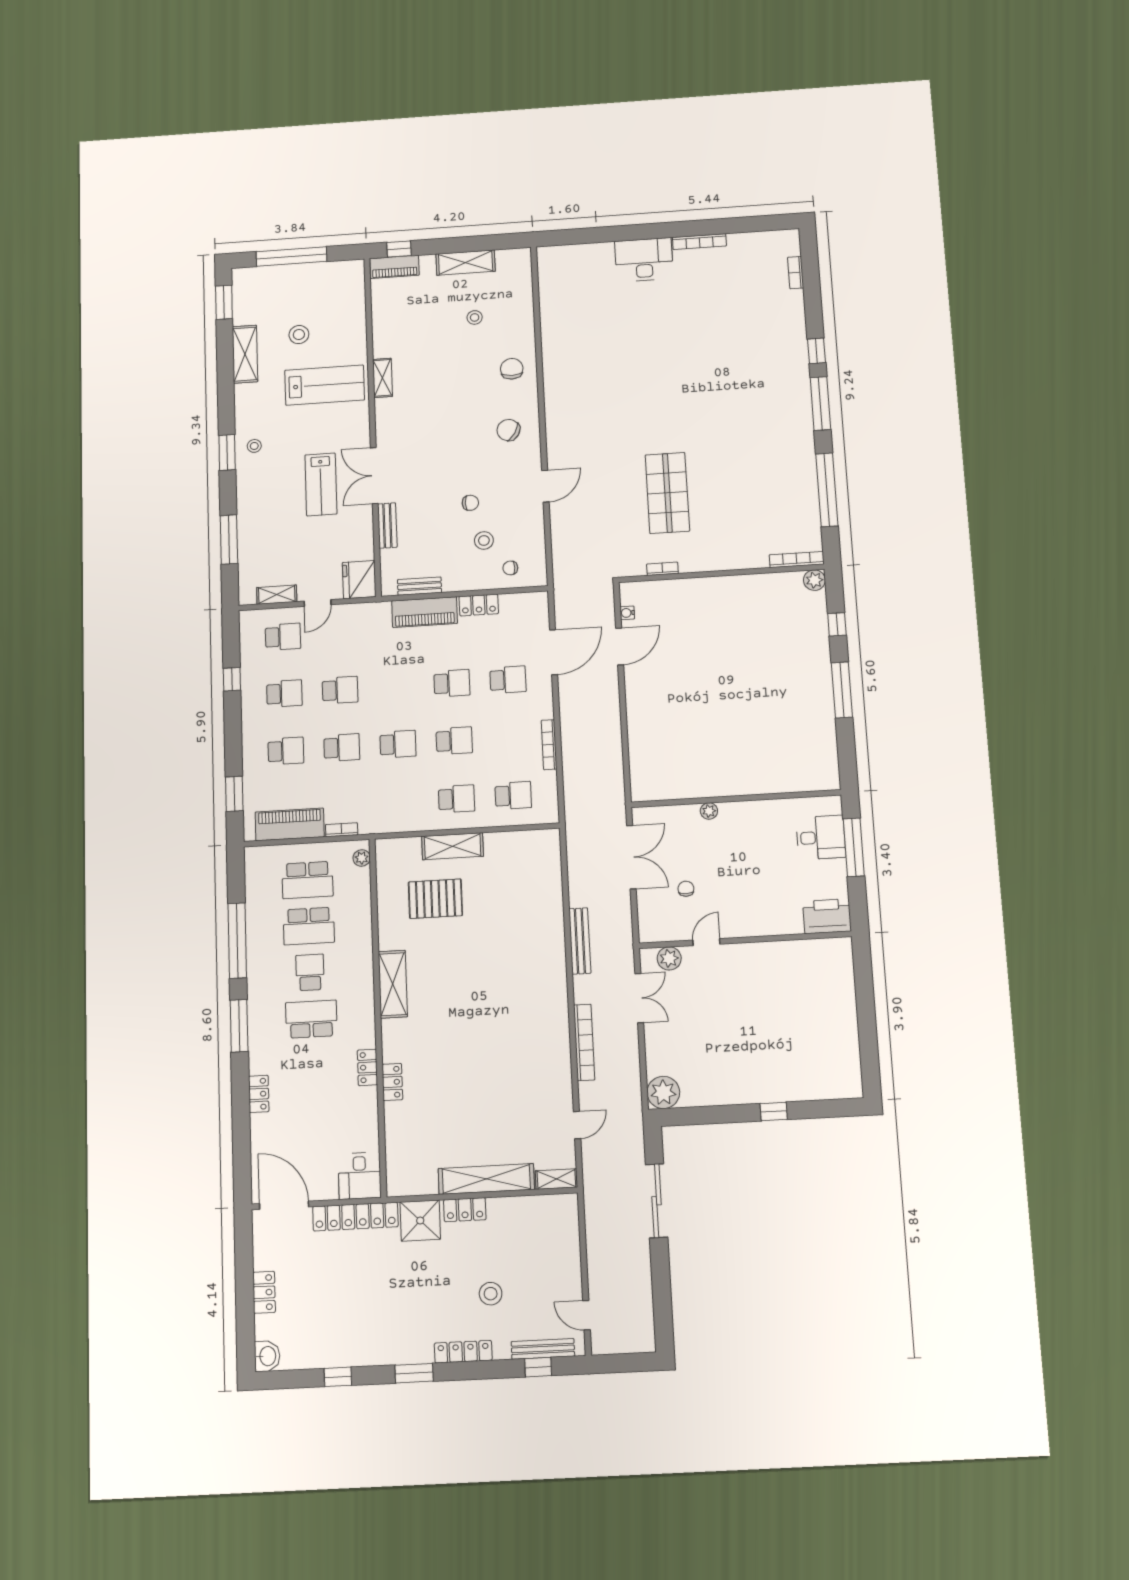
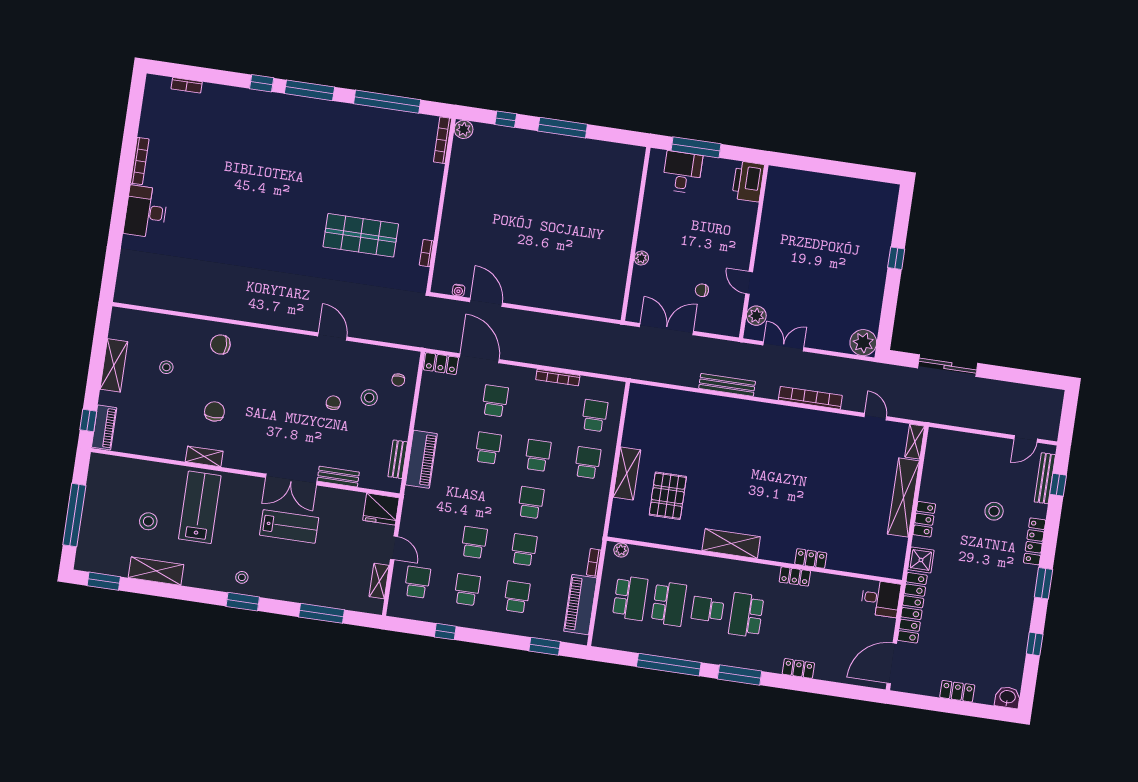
chair: (508, 430) -> (214, 411), moved, turned 150
locker: (479, 605) -> (441, 364), moved, turned 90
shower: (420, 1221) -> (921, 560), width x0.73, depth x0.73

